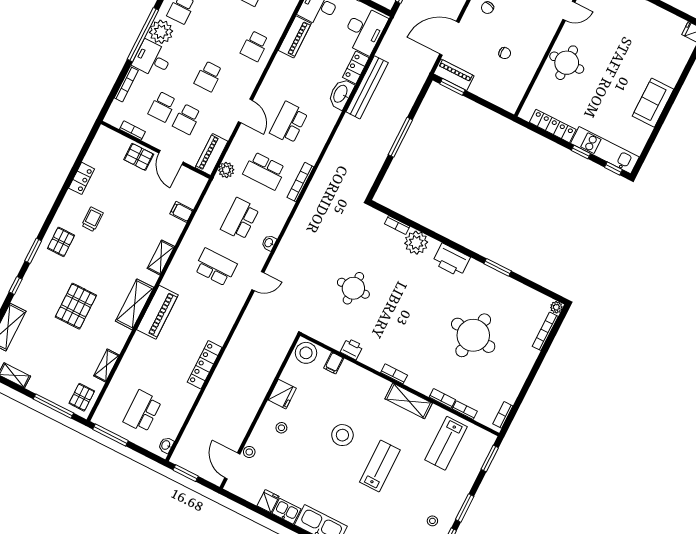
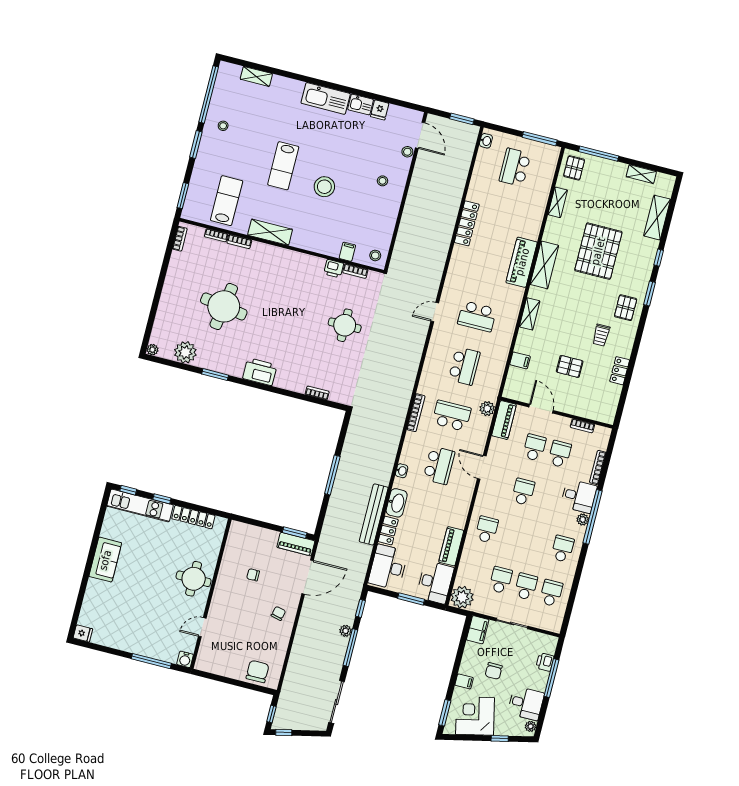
plant: (161, 32) -> (583, 519), width x0.53, depth x0.53
pallet: (139, 157) -> (570, 366), moved
washbasin: (269, 243) -> (402, 471), moved
plant: (416, 243) -> (185, 352), moved
pallet: (76, 306) -> (598, 251), width x1.37, depth x1.41
bookcase: (545, 331) -> (158, 325), removed
stool: (306, 353) -> (375, 255), width x0.53, depth x0.53
bookcase: (394, 374) -> (355, 271), moved
fridge: (282, 394) -> (389, 212), removed
school desk: (142, 411) -> (515, 167), turned 180

